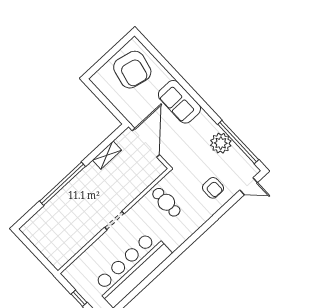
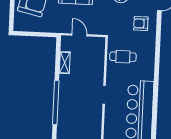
door: (146, 143) -> (79, 35), width x0.53
armchair: (213, 188) -> (141, 24), turned 180

